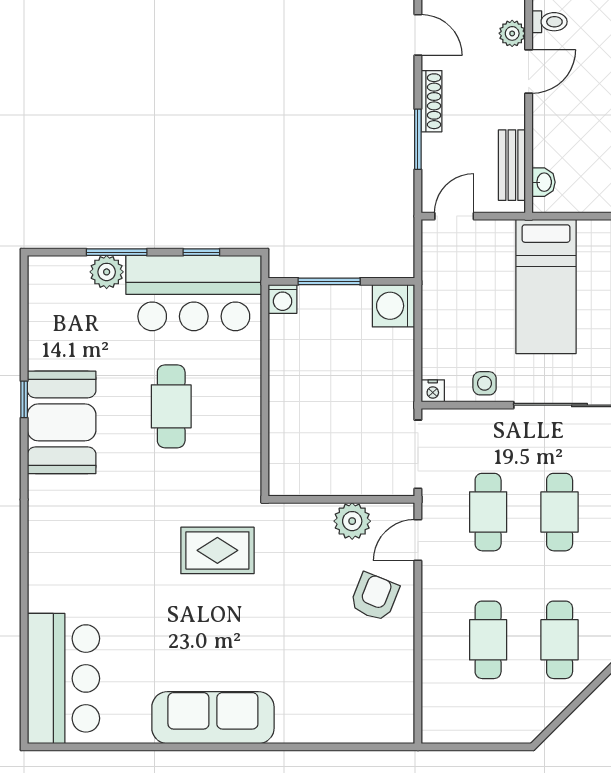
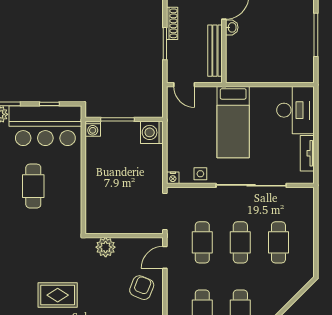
bench: (512, 165) -> (215, 51), width x1.36
washbasin: (543, 182) -> (232, 27), moved
door: (454, 216) -> (184, 85), swing flipped
plant: (352, 521) -> (106, 247), moved
rug: (217, 550) -> (58, 295), moved

